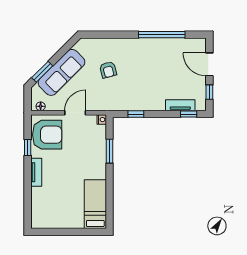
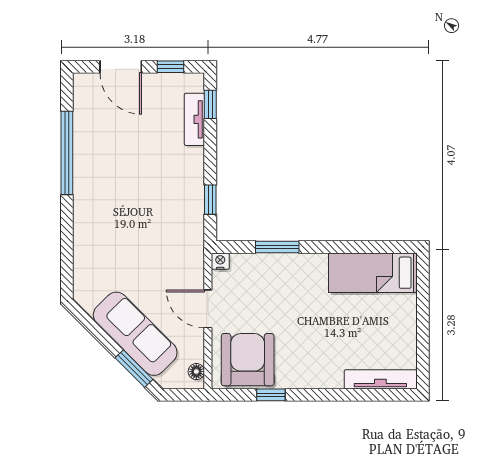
door: (209, 64) -> (121, 67), hinge flipped
armchair: (108, 70) -> (130, 250), removed
tv unit: (36, 172) -> (380, 379), moved, width x1.41

